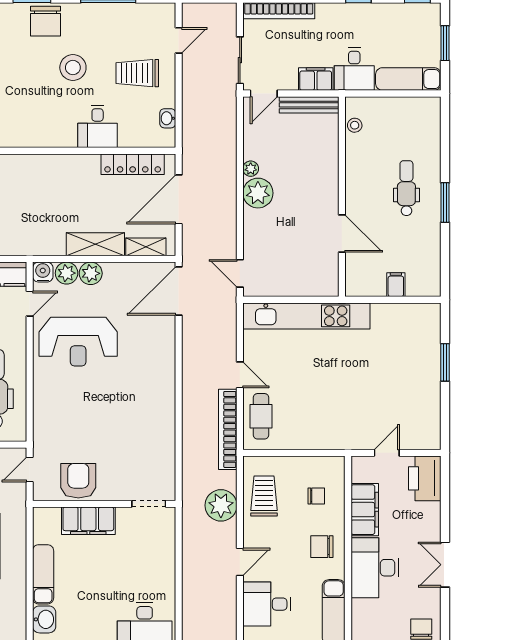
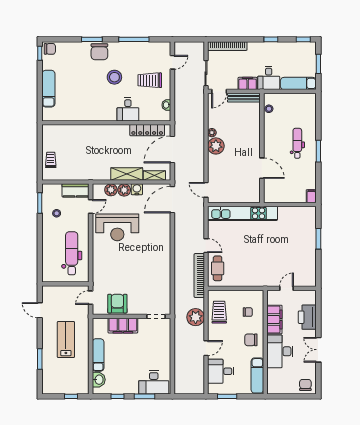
water cooler: (43, 272) -> (137, 189), moved
filing cabinet: (396, 285) -> (311, 196), moved
printer: (425, 478) -> (307, 317), moved

